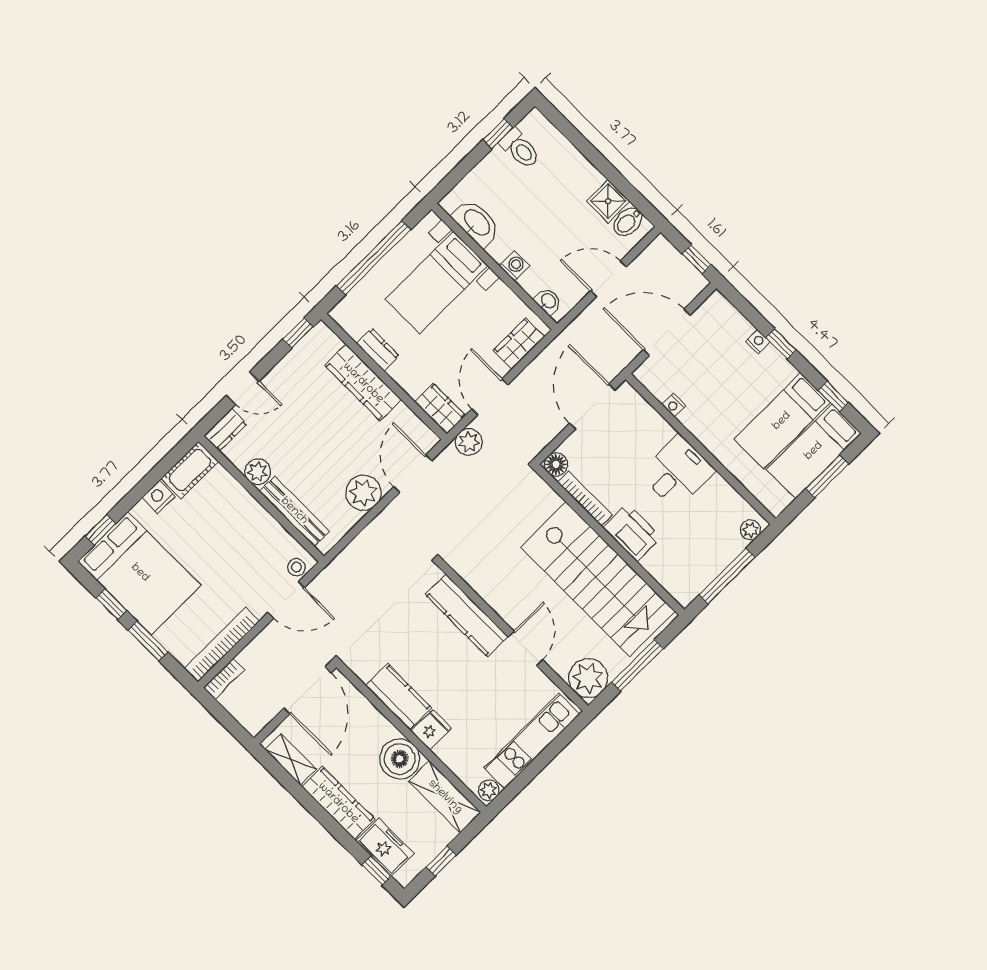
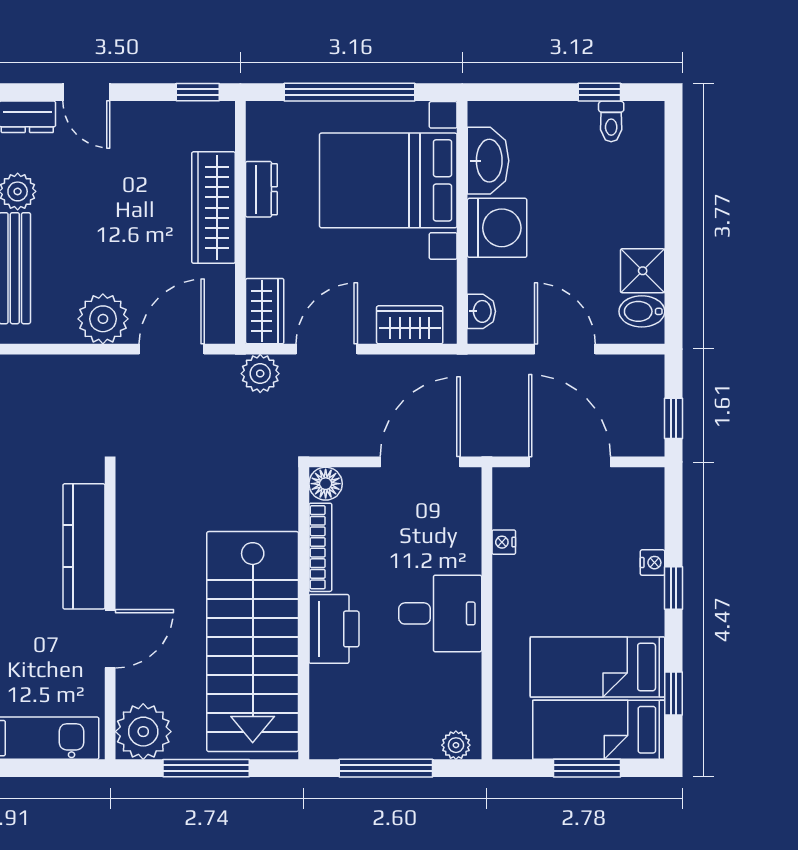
toilet: (520, 149) -> (611, 121), width x0.73, depth x0.72
washing machine: (514, 266) -> (497, 228), width x1.89, depth x1.89
bed with nightstands: (437, 282) -> (388, 180), width x1.36

